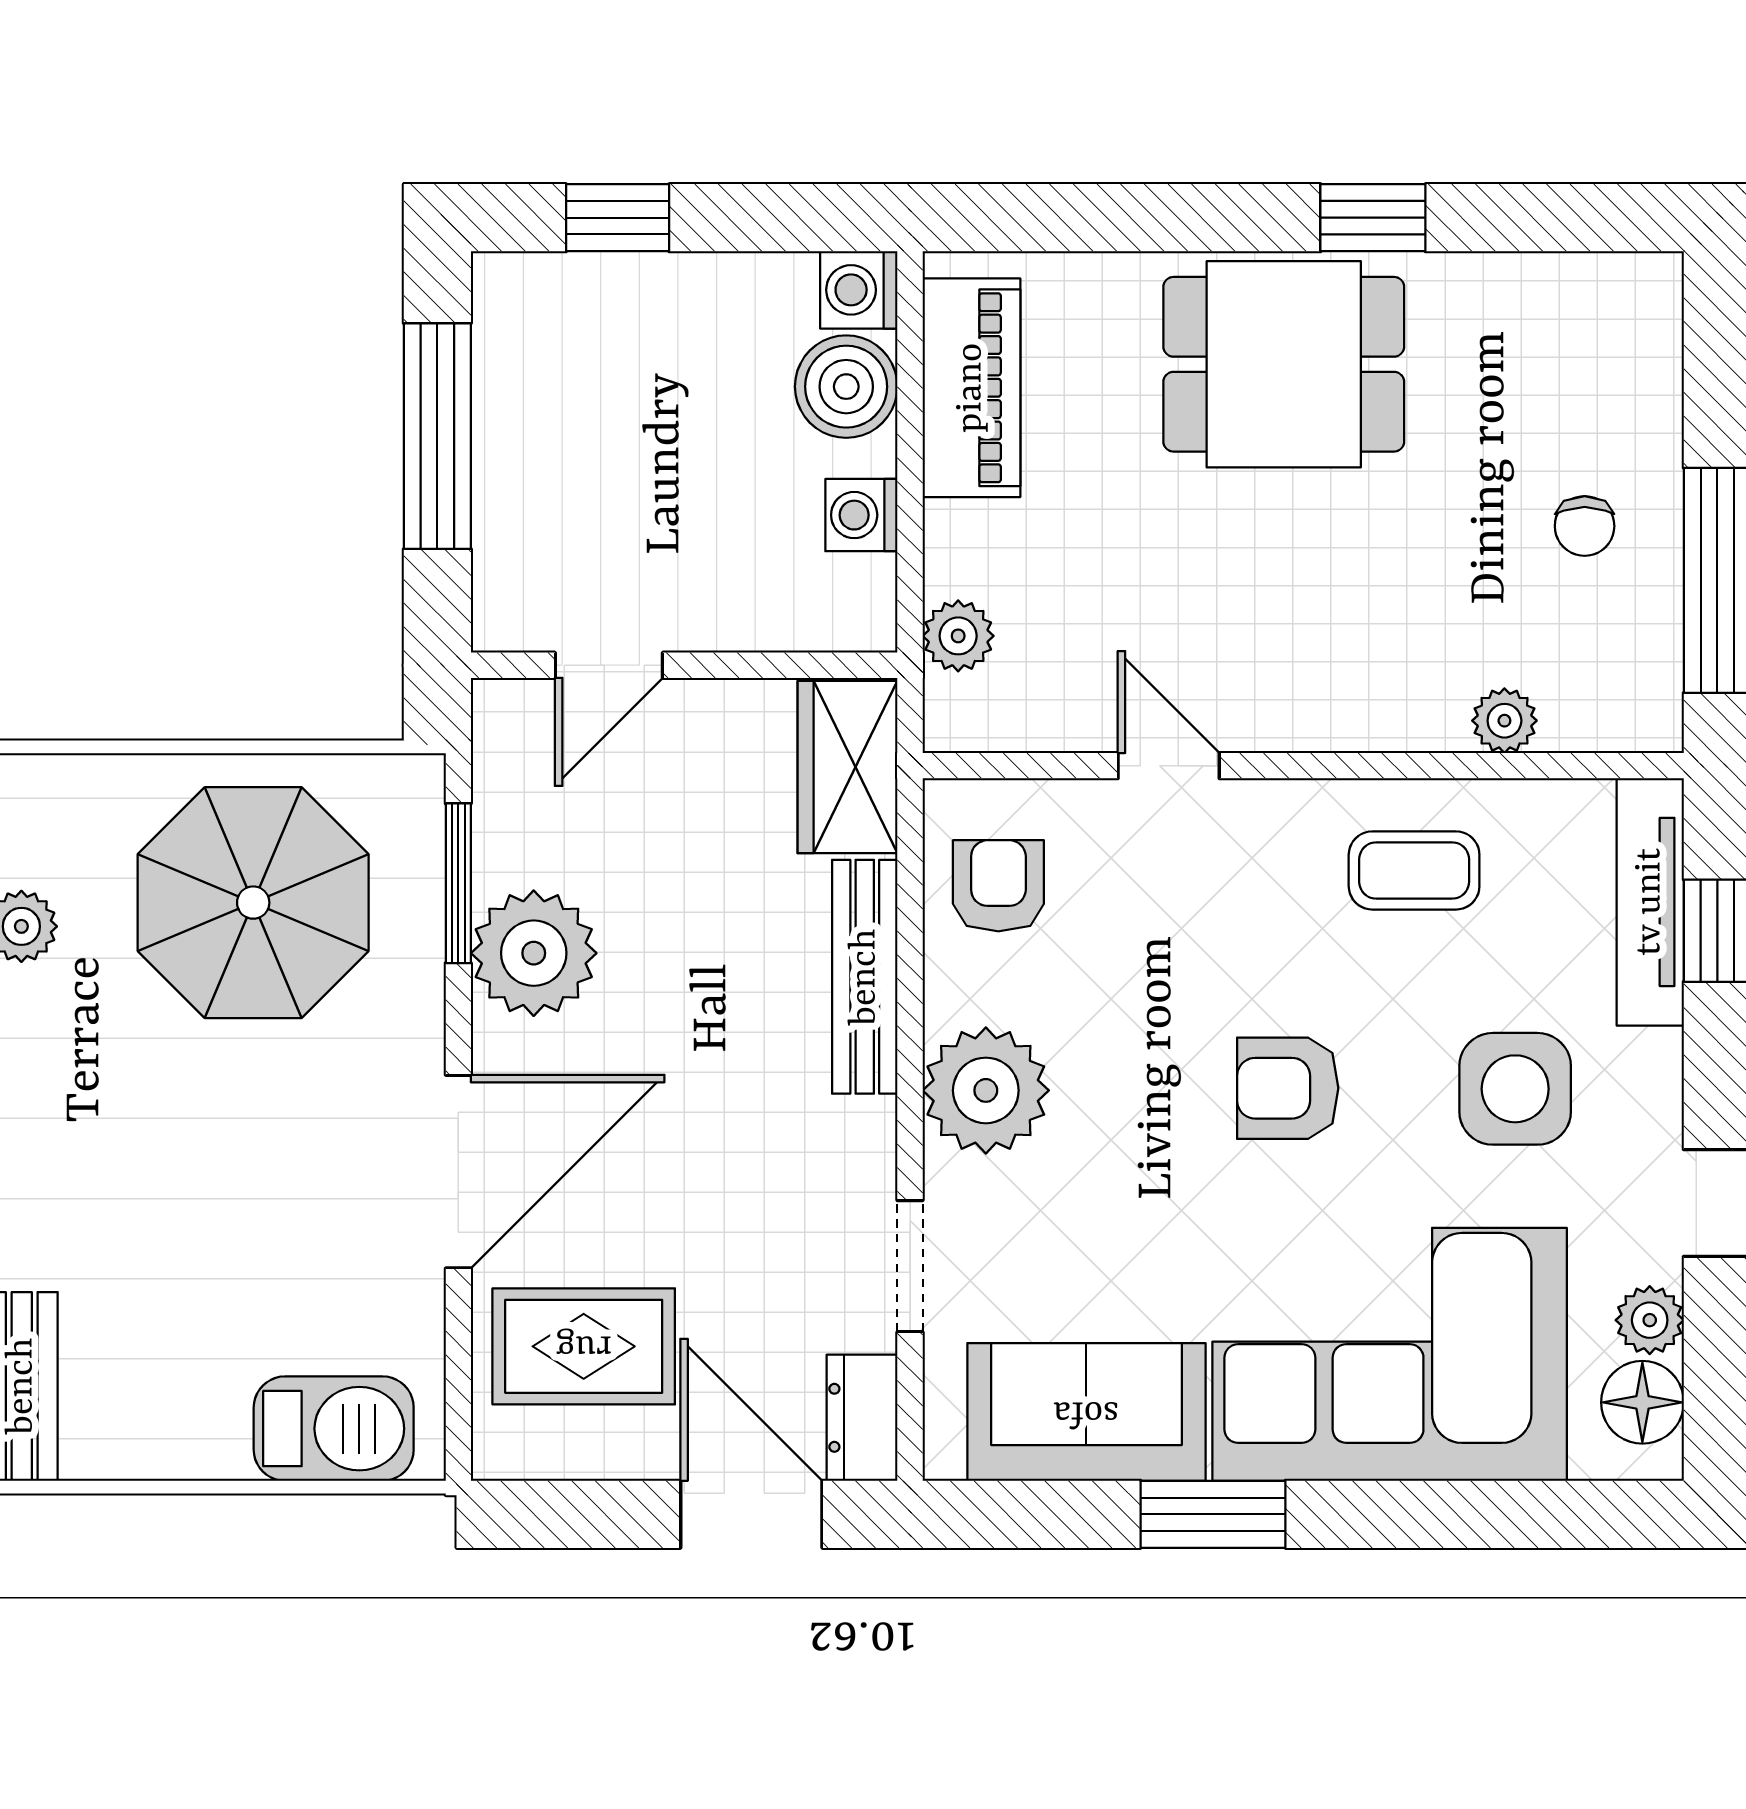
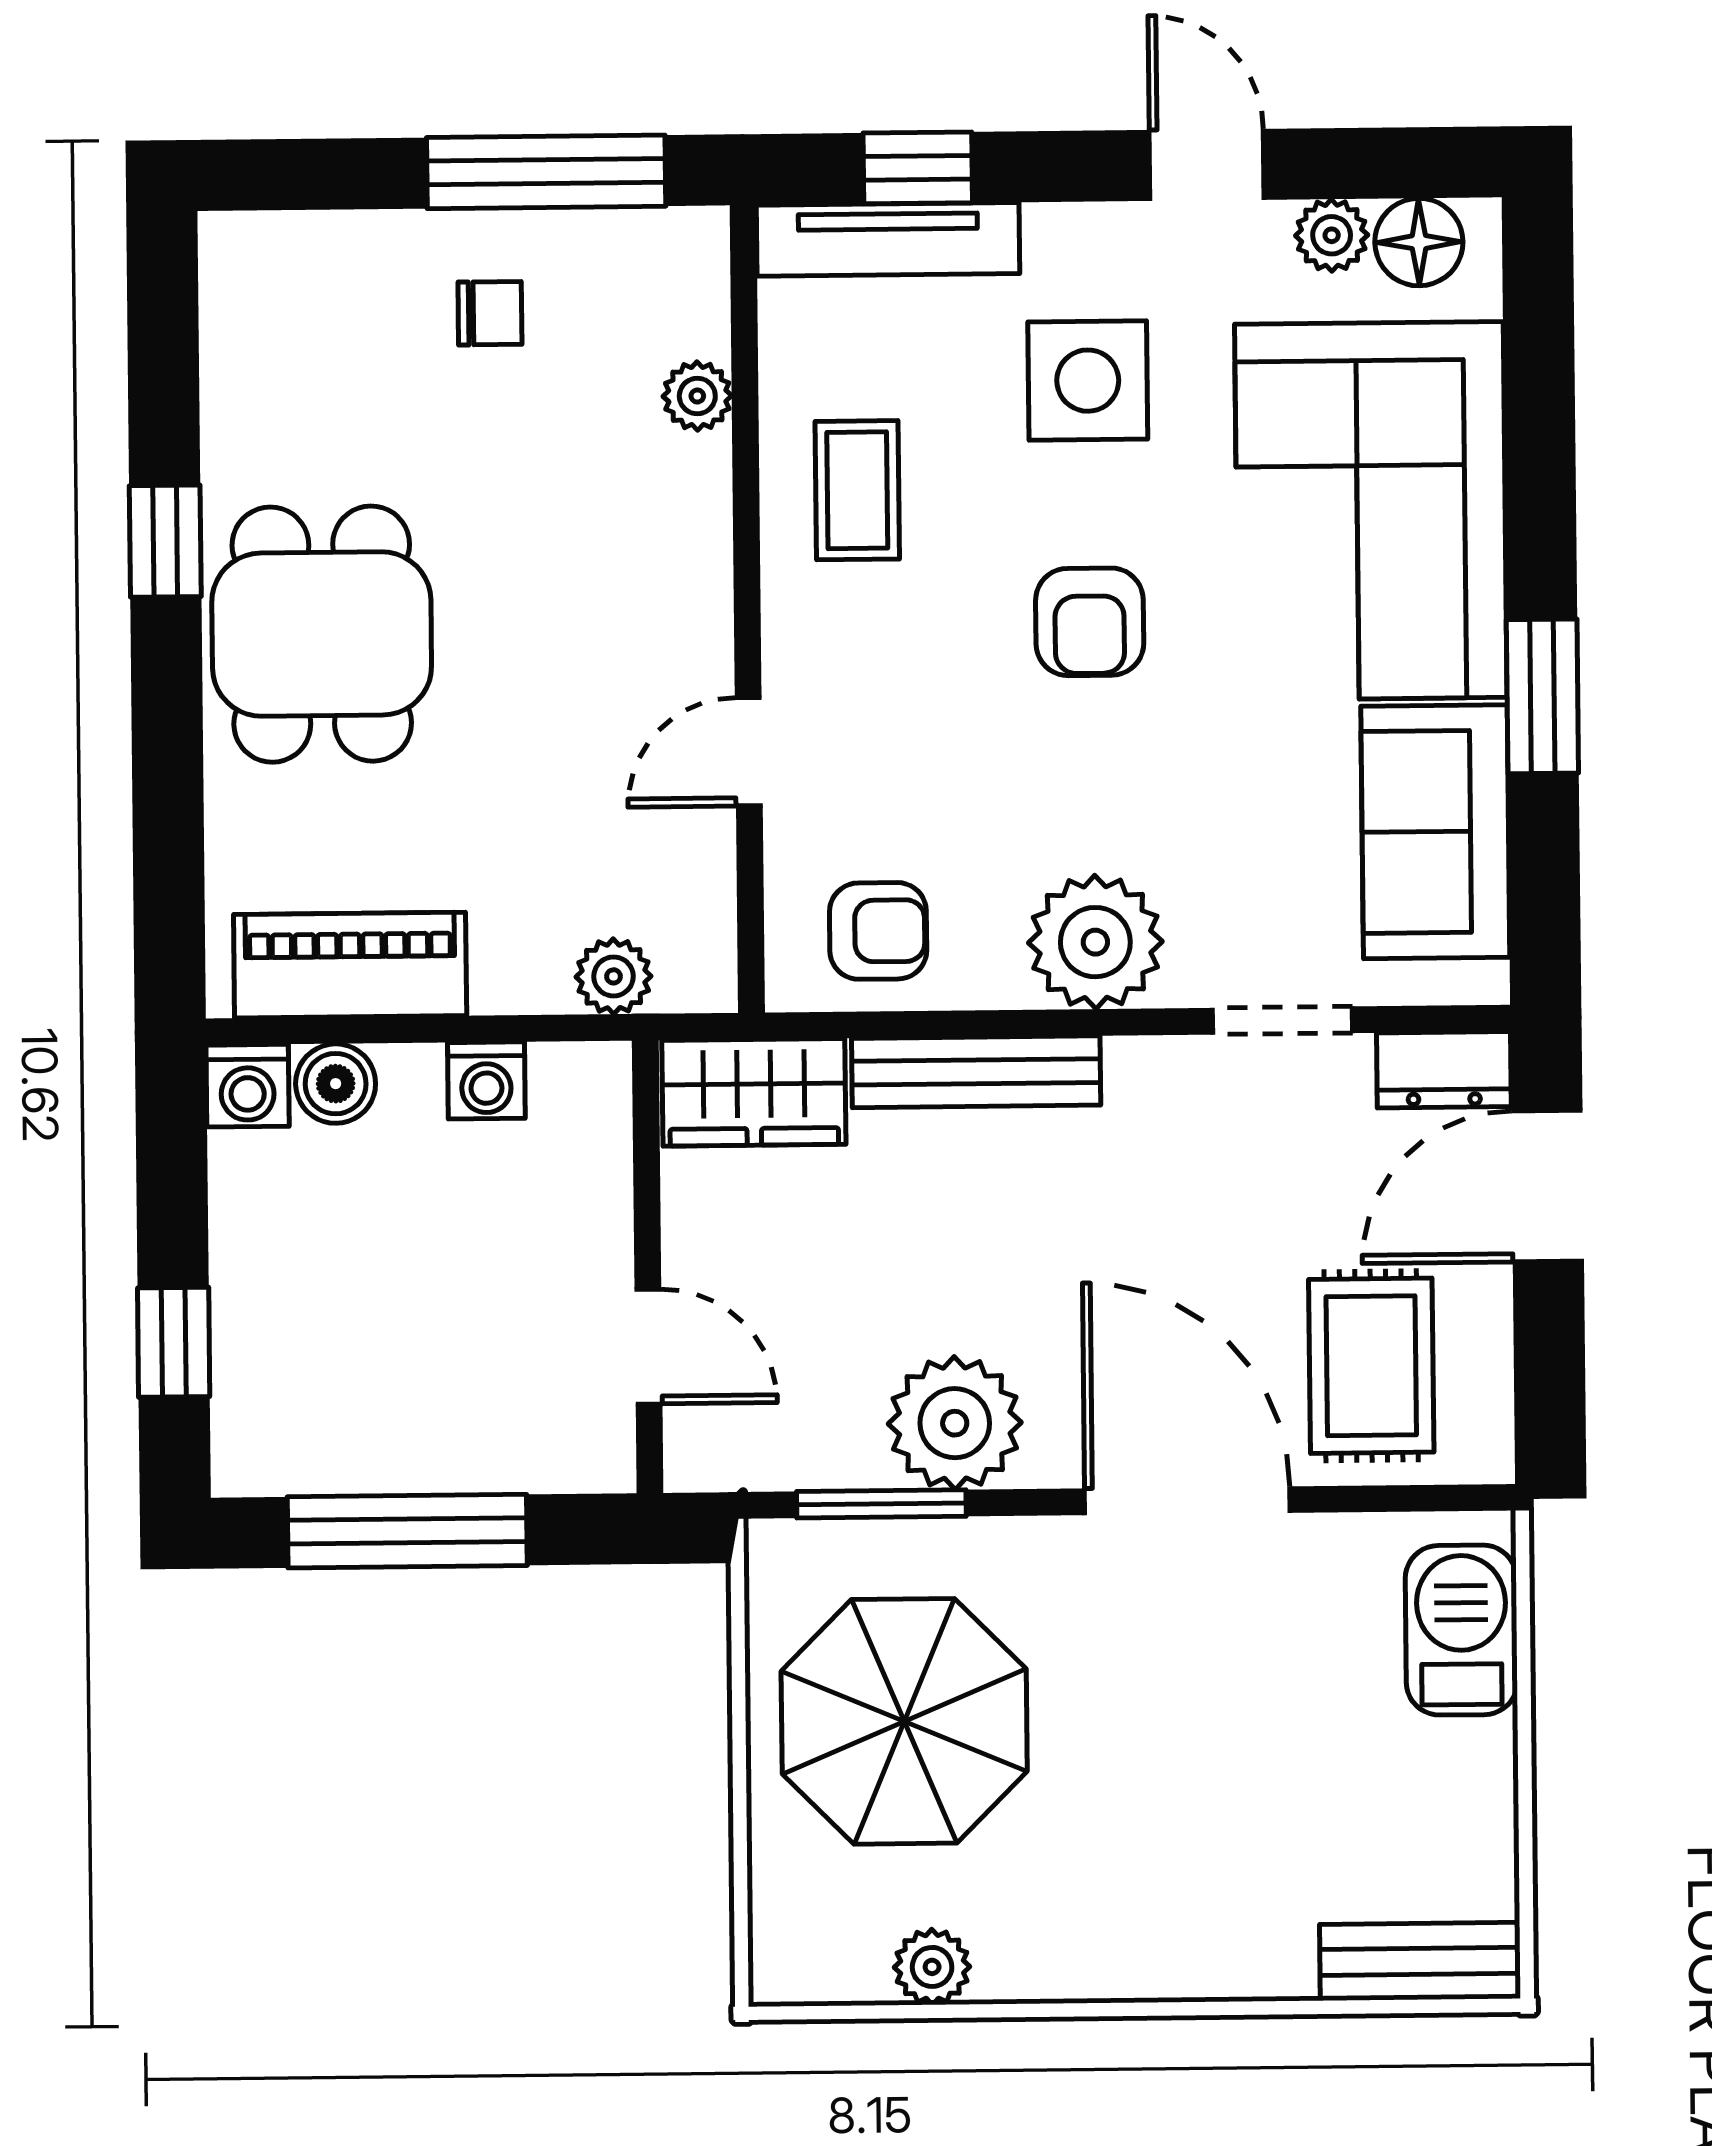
boiler: (846, 387) -> (336, 1084), width x0.73, depth x0.73
armchair: (998, 886) -> (878, 931), turned 180

